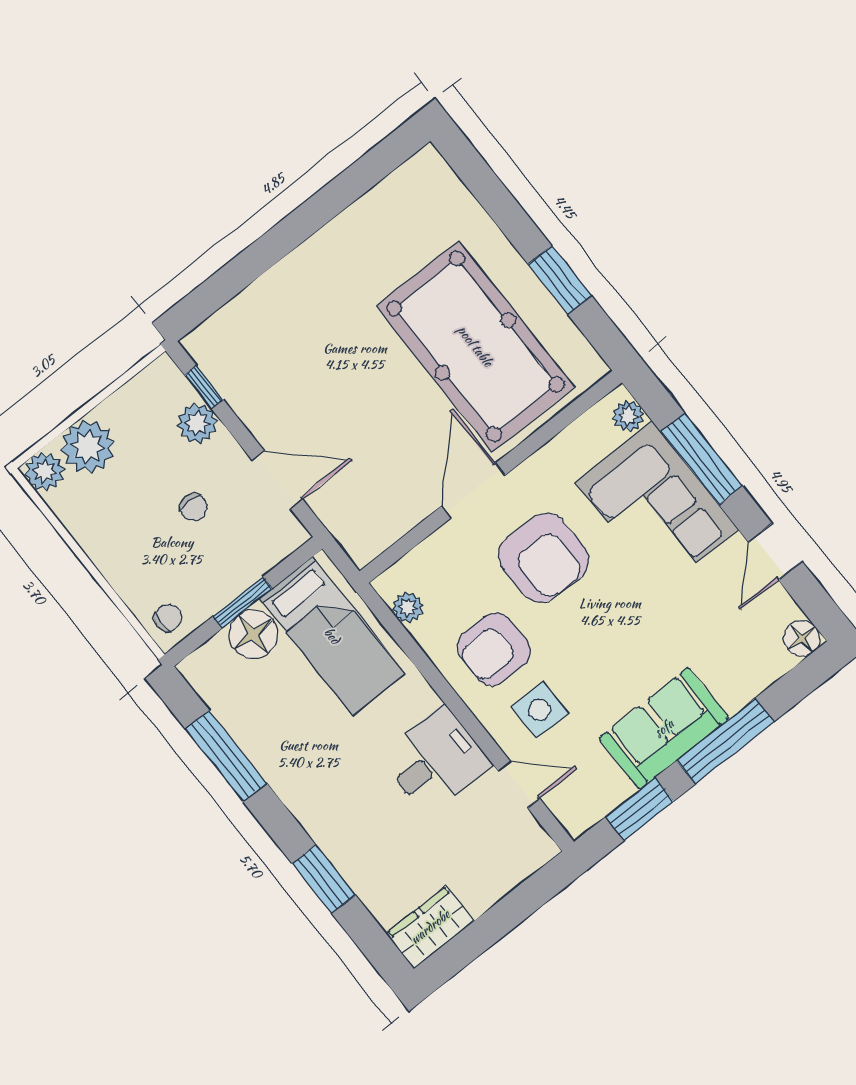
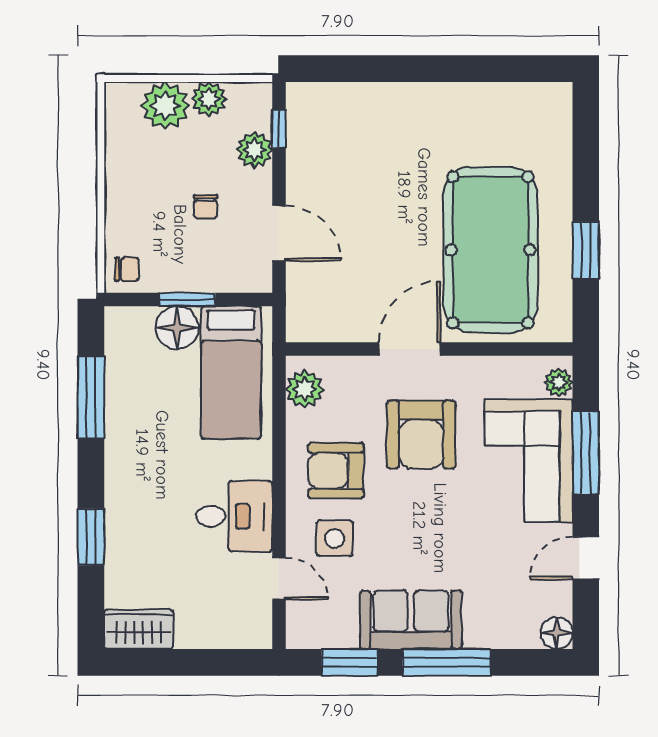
plant: (44, 471) -> (209, 99), moved
plant: (408, 608) -> (305, 389), width x1.38, depth x1.38

